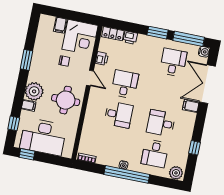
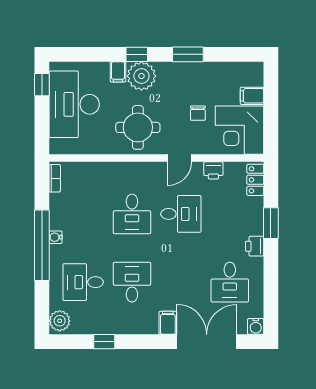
window: (158, 33) -> (271, 223), moved
printer: (130, 38) -> (255, 246), moved
window: (189, 39) -> (271, 299), removed
desk: (173, 62) -> (230, 282), turned 90
window: (14, 123) -> (137, 54), moved

